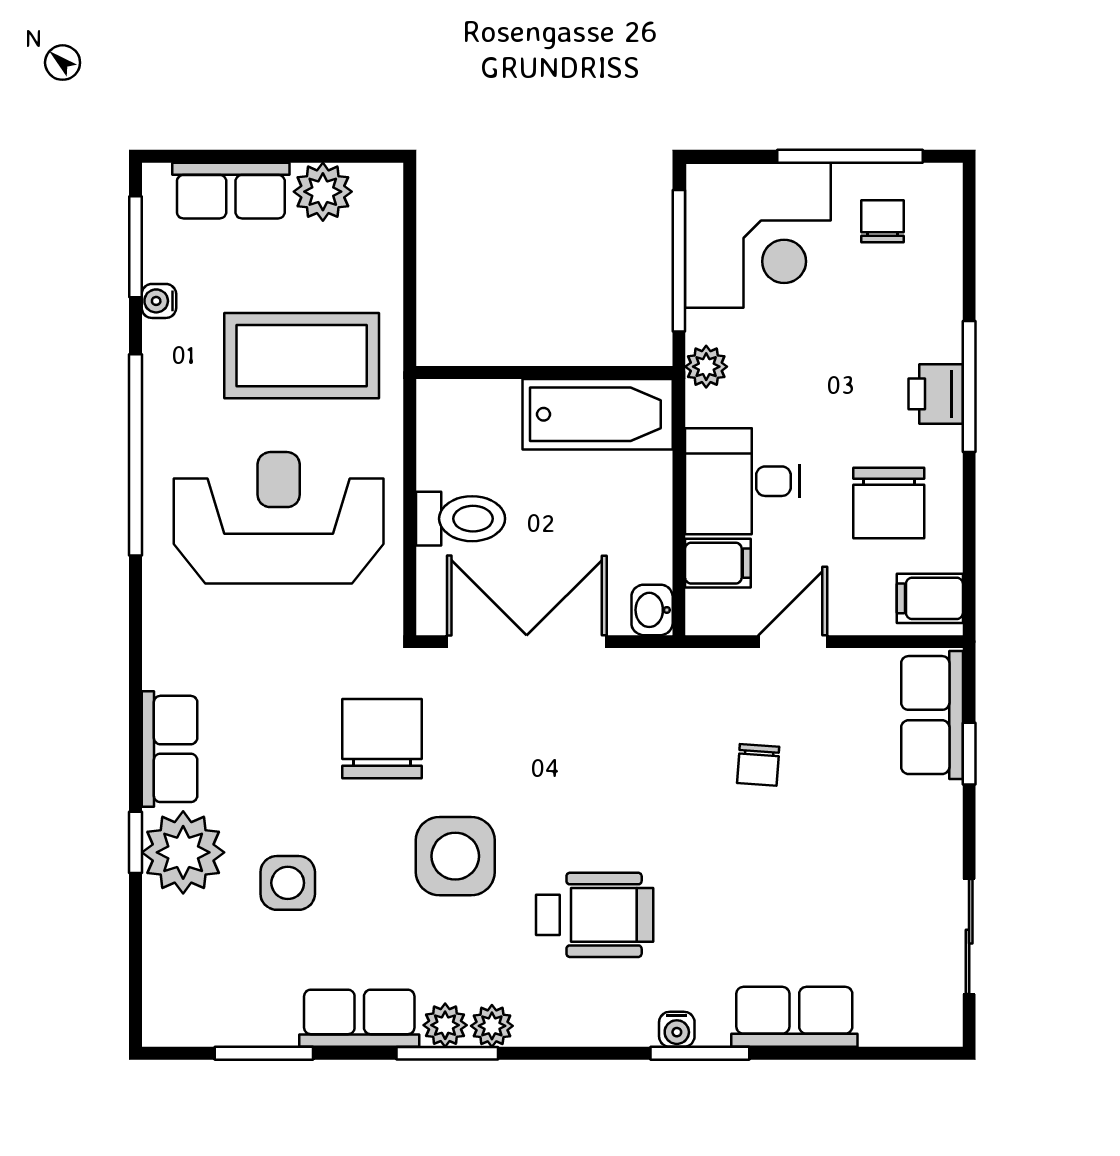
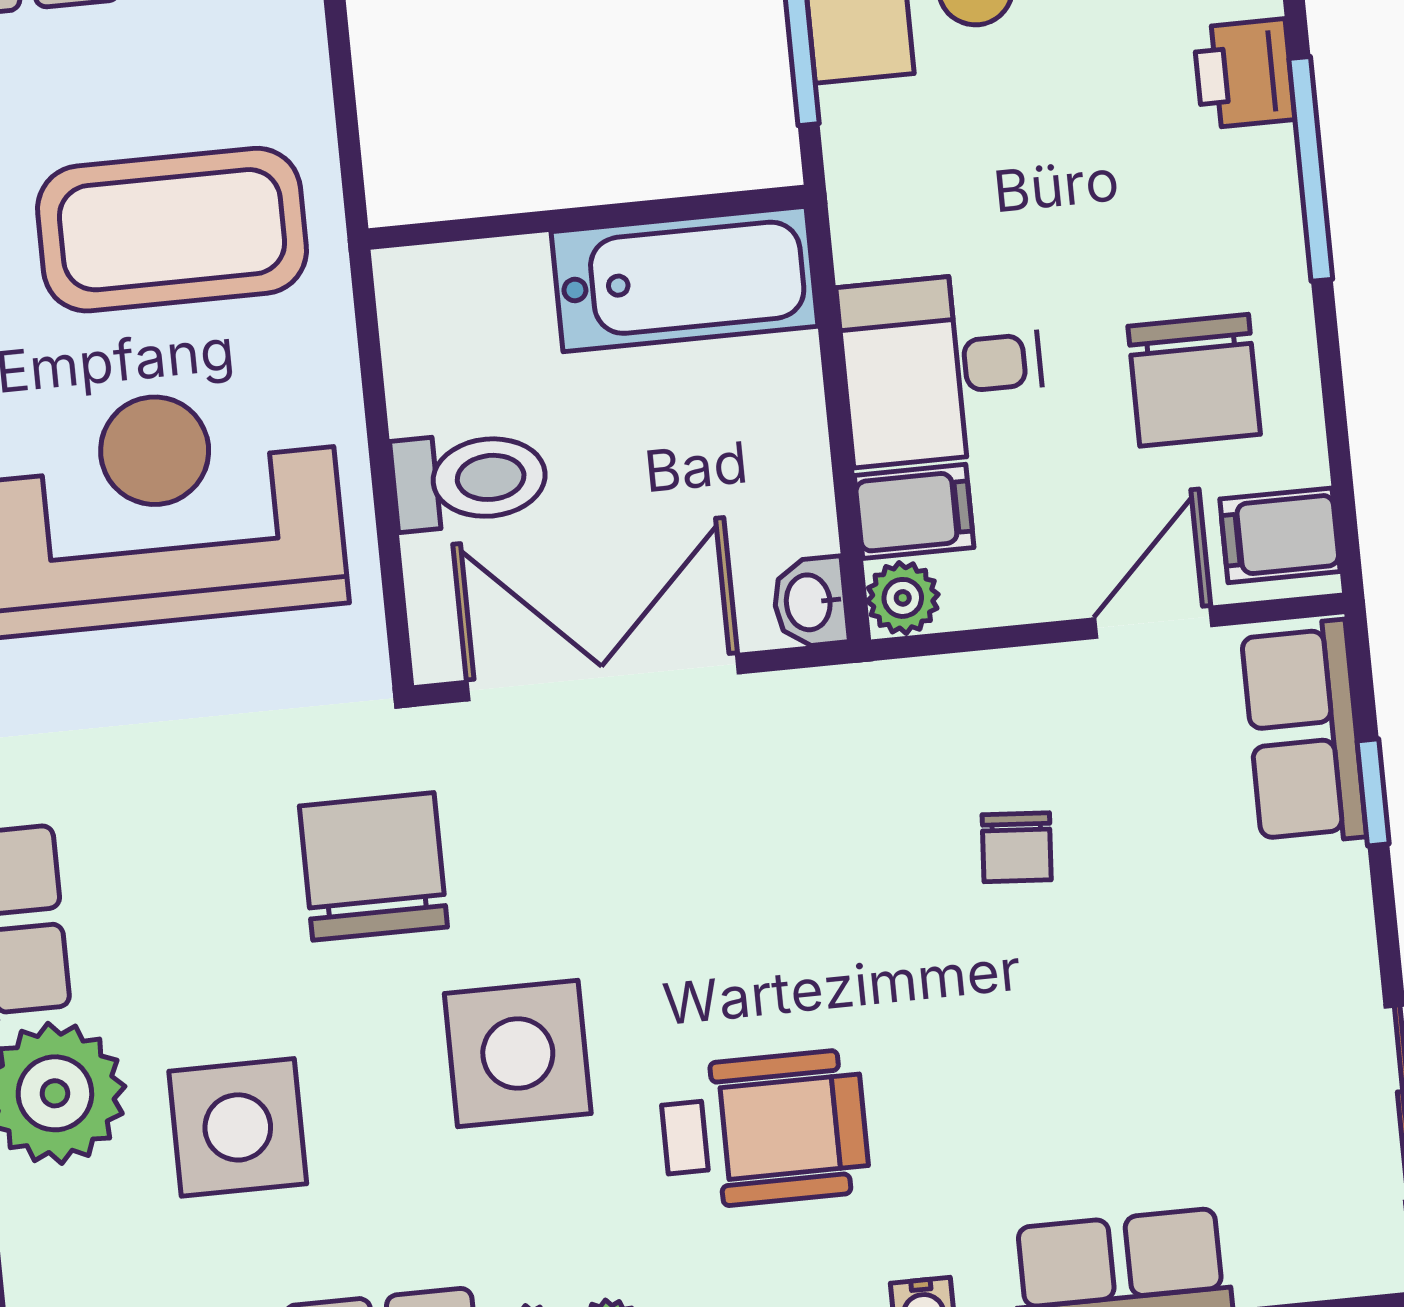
plant: (706, 367) -> (903, 598), moved
printer: (936, 394) -> (1244, 74), moved
door: (793, 642) -> (1153, 622), moved
side table: (288, 883) -> (238, 1127), width x1.37, depth x1.37

